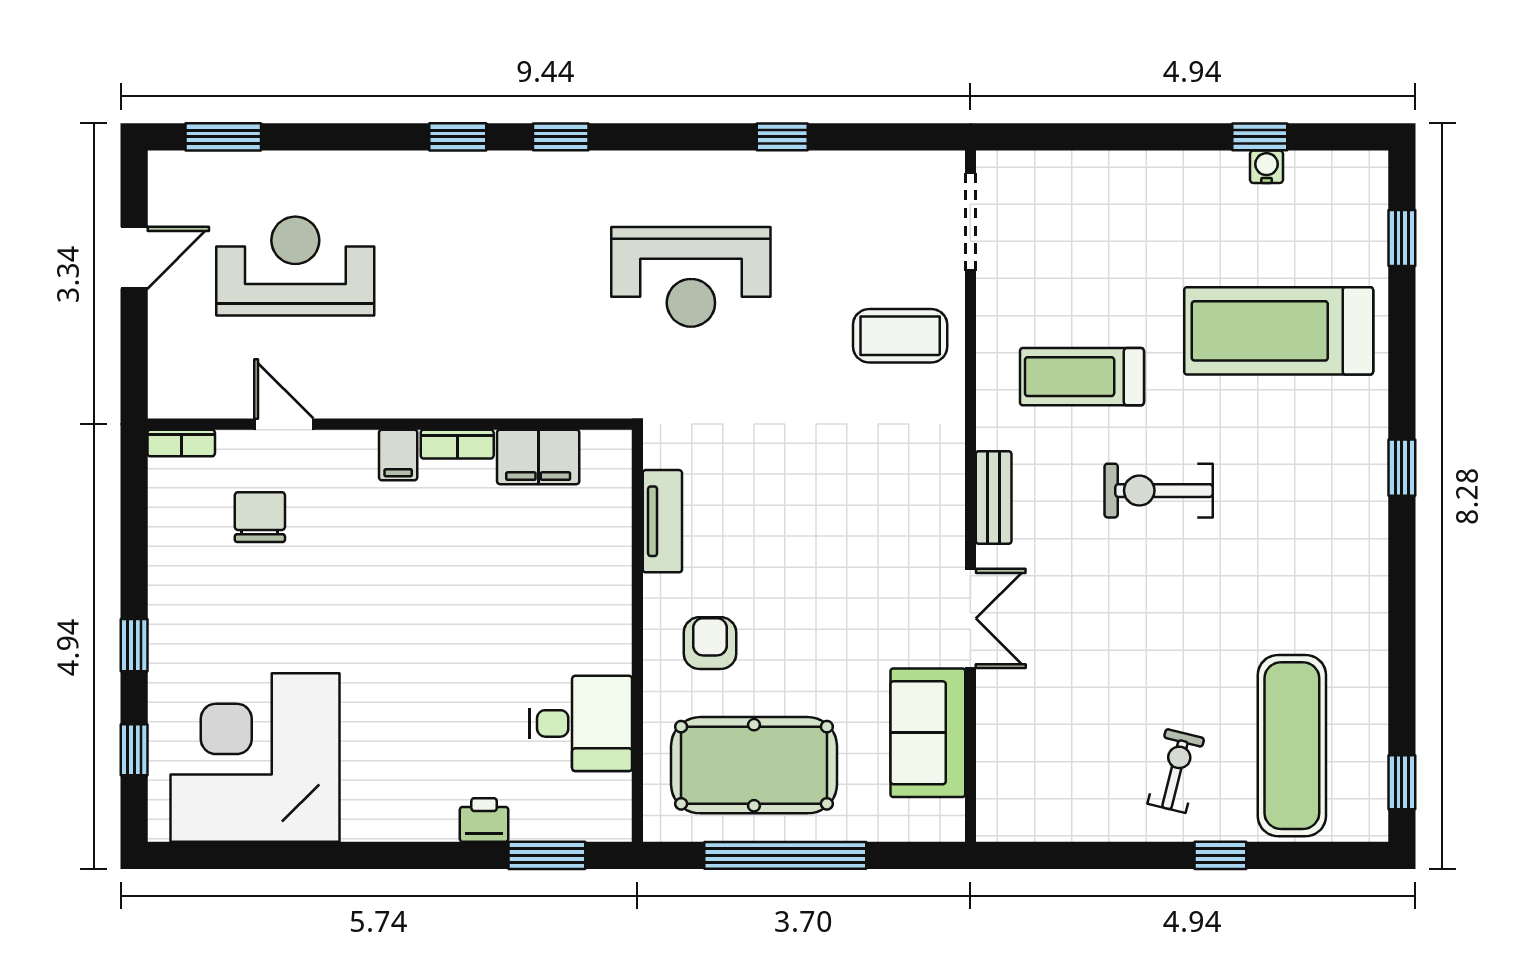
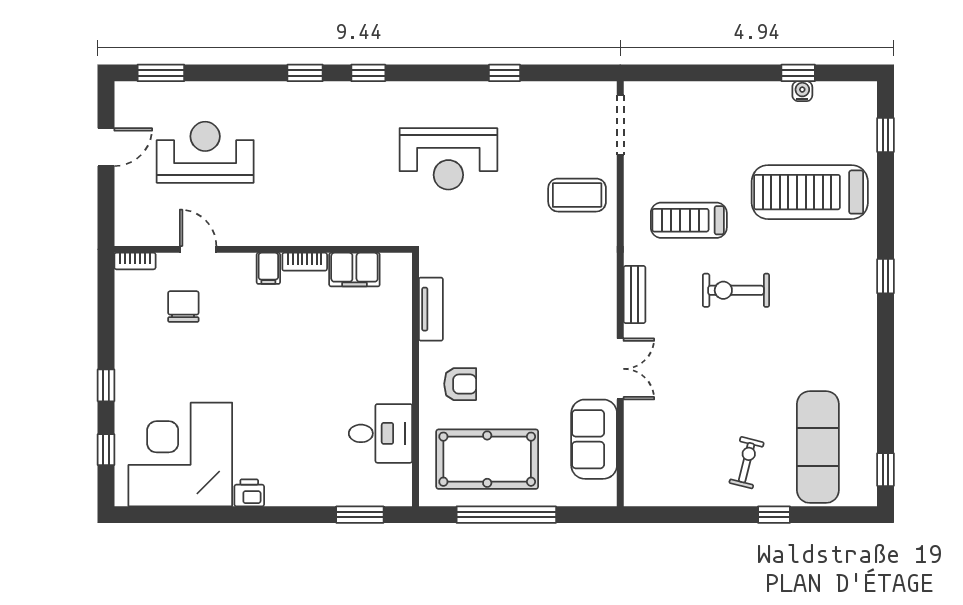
armchair: (710, 643) -> (460, 384), turned 90
printer: (484, 820) -> (249, 493), moved

